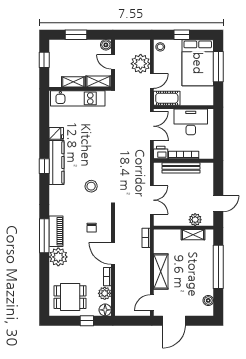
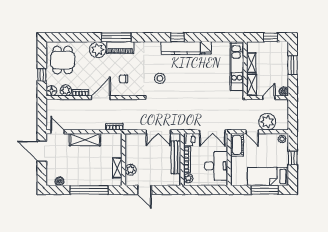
bed: (198, 63) -> (268, 177), width x0.67
plant: (205, 154) -> (188, 178), added
double door: (152, 200) -> (158, 132), moved

